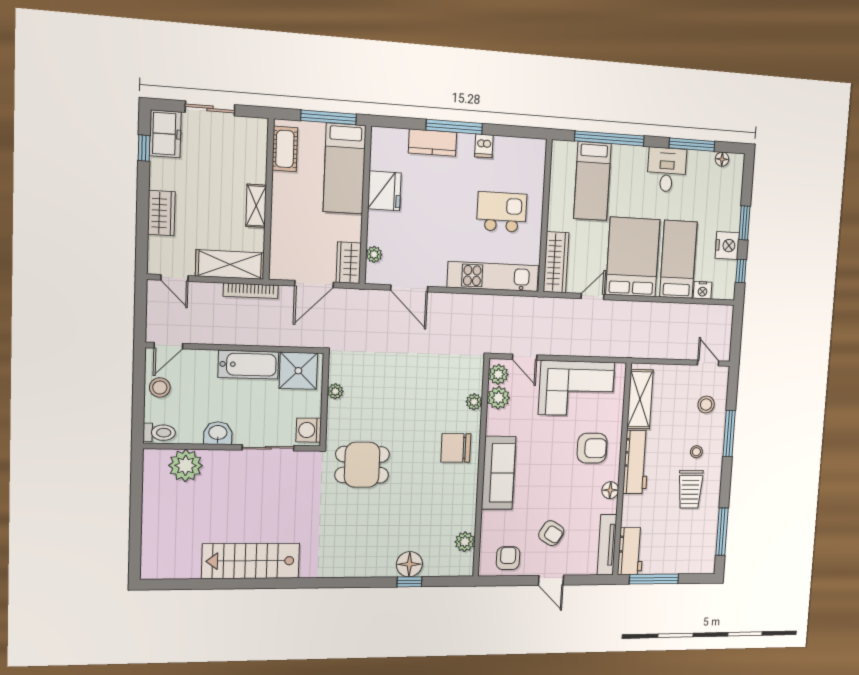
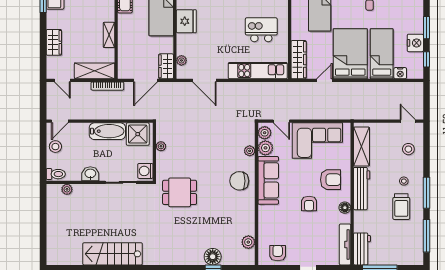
window: (729, 434) -> (426, 193), moved
plant: (186, 465) -> (67, 189), width x0.53, depth x0.53
sofa: (499, 473) -> (268, 180), moved
armchair: (551, 533) -> (309, 204), moved, turned 59

